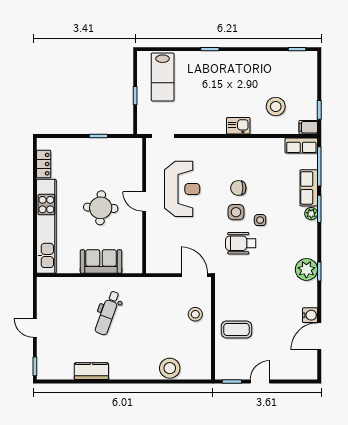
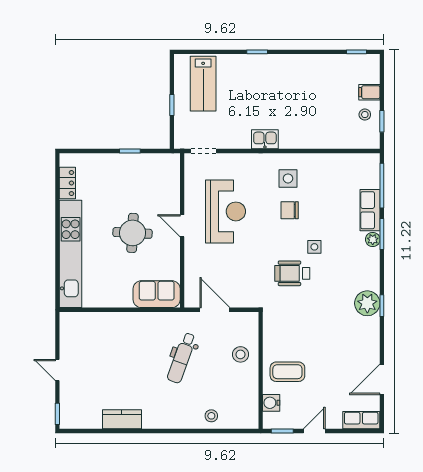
stool: (276, 106) -> (365, 115), moved, width x0.53, depth x0.53
kitchen sink: (238, 126) -> (265, 139), moved
filing cabinet: (308, 127) -> (369, 92), moved
row of seats: (301, 145) -> (361, 420), moved, turned 180
side table: (236, 212) -> (288, 178), moved
sofa: (101, 262) -> (157, 294), moved
door: (194, 275) -> (215, 310), moved
dental chair: (108, 313) -> (182, 358), moved
water cooler: (310, 315) -> (271, 403), moved, turned 180
stool: (170, 368) -> (211, 416), width x0.53, depth x0.53

